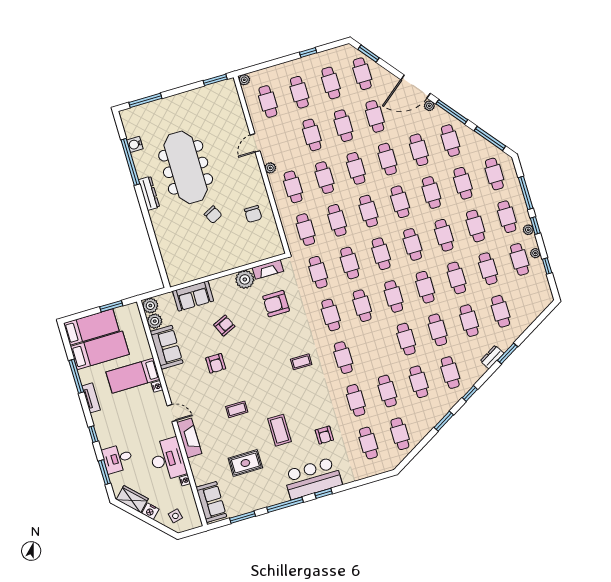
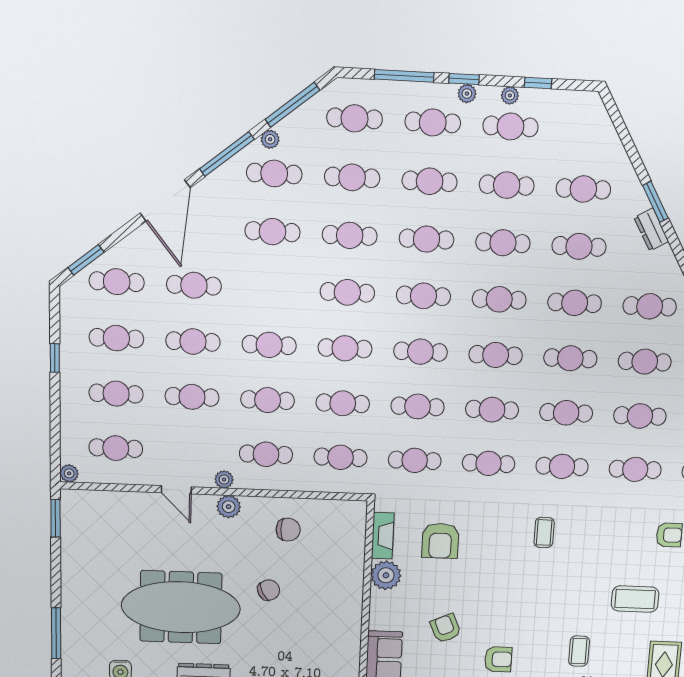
plant: (429, 106) -> (270, 139), moved
cafe table: (387, 159) -> (566, 413), moved
plant: (255, 176) -> (229, 507), added

